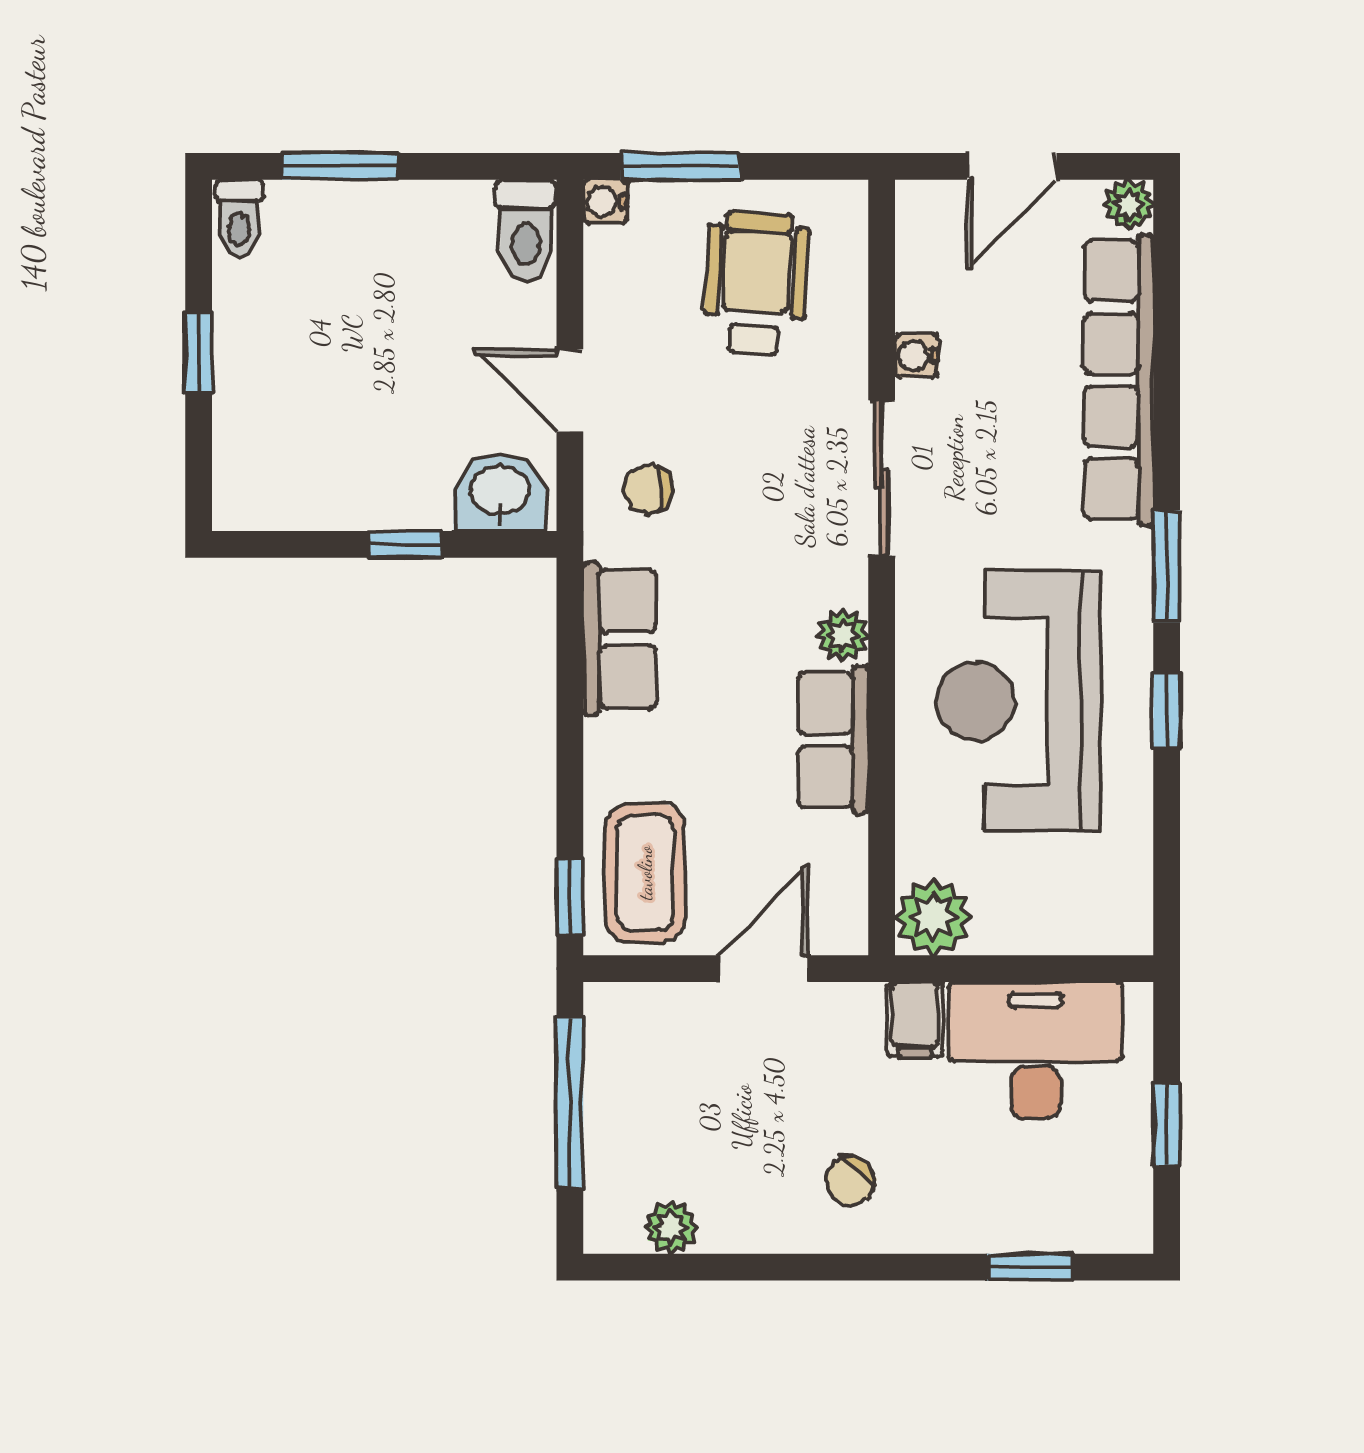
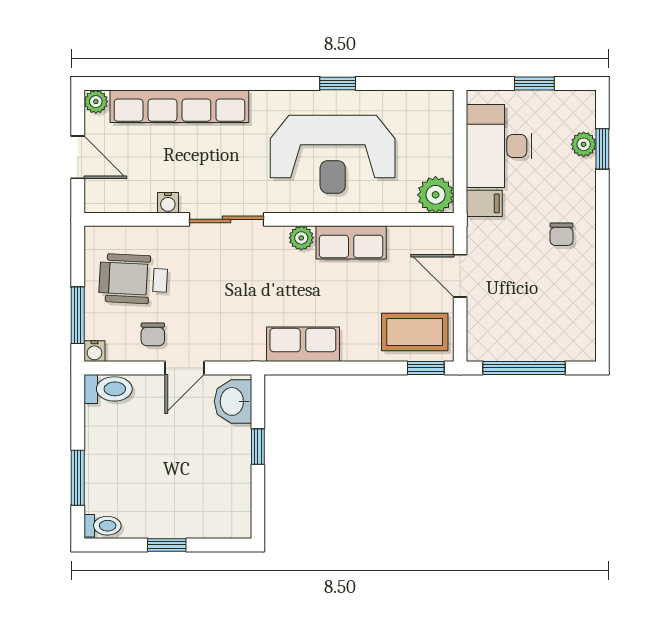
chair: (648, 490) -> (153, 334), moved
window: (1167, 567) -> (268, 83), removed
chair: (850, 1181) -> (561, 234), turned 45
plant: (671, 1228) -> (584, 144), moved

